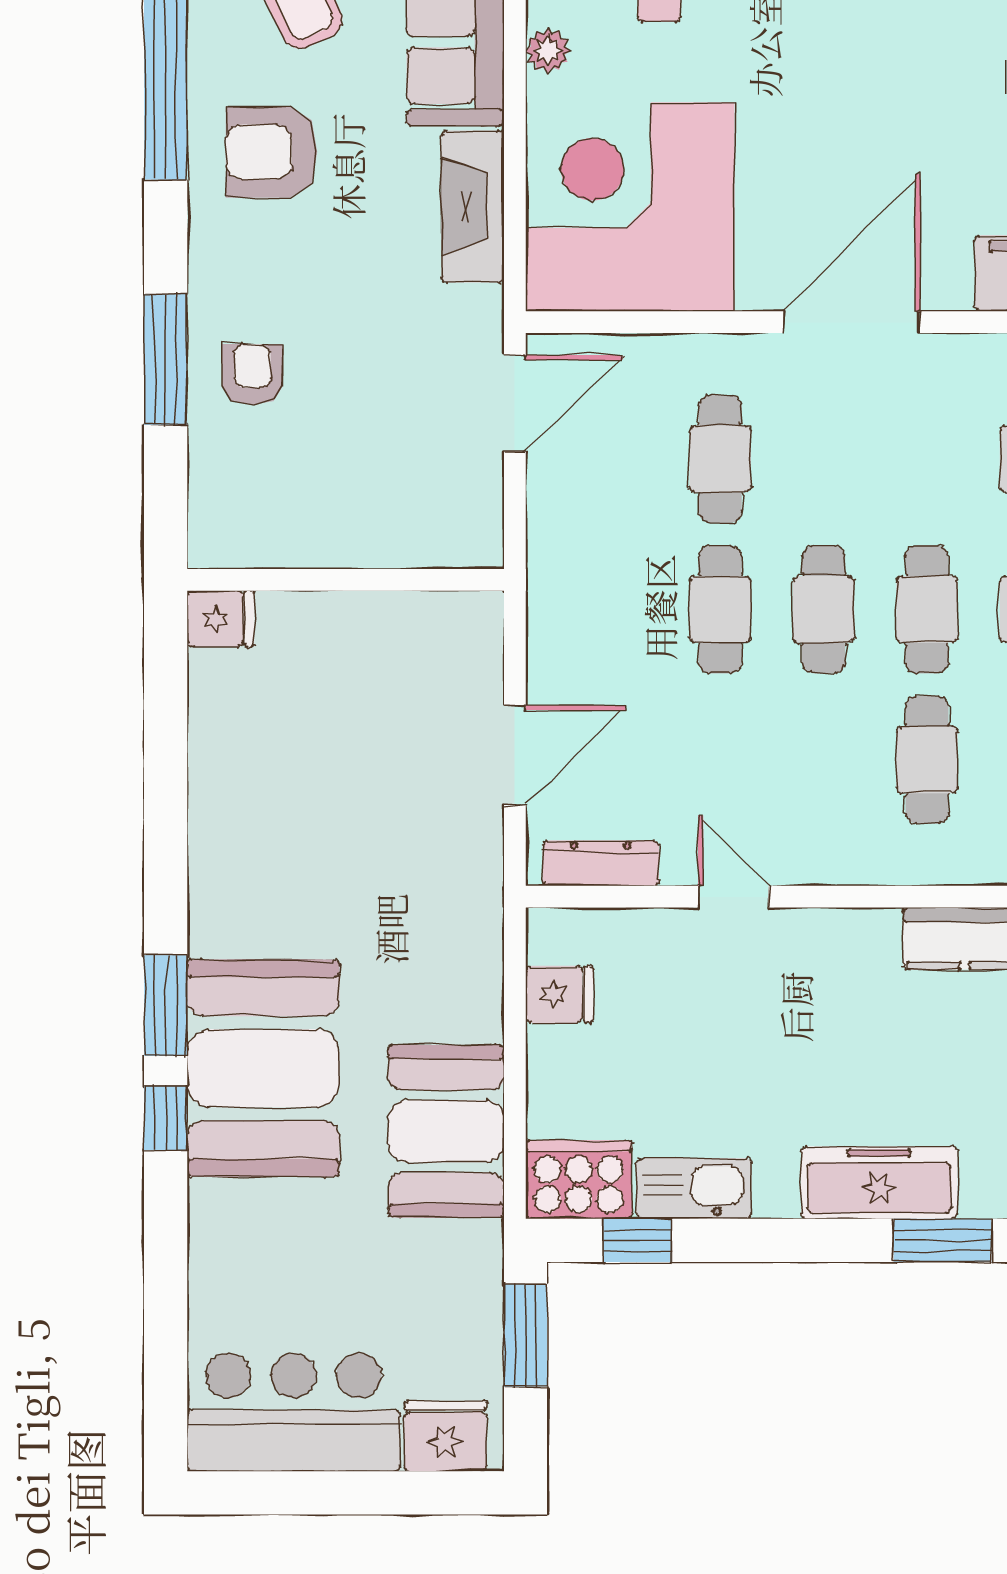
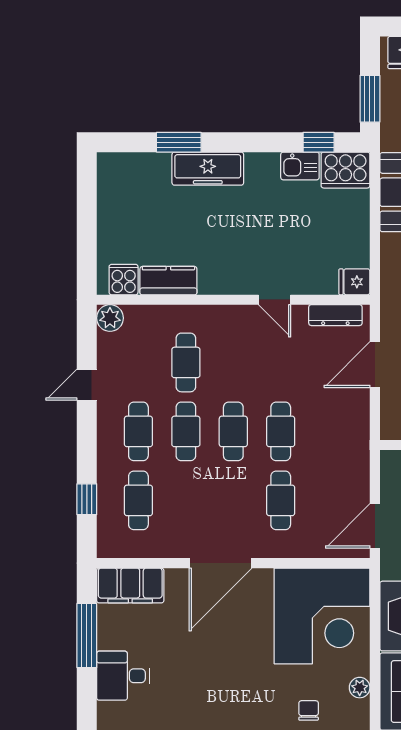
fridge: (559, 994) -> (354, 282), moved
kitchen sink: (694, 1189) -> (300, 166), width x0.73

